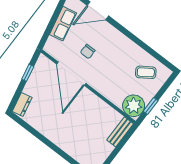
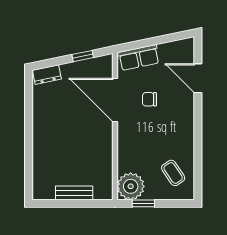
row of seats: (63, 24) -> (139, 58), moved
door: (71, 74) -> (115, 100), hinge flipped
bench: (120, 132) -> (74, 193), moved

